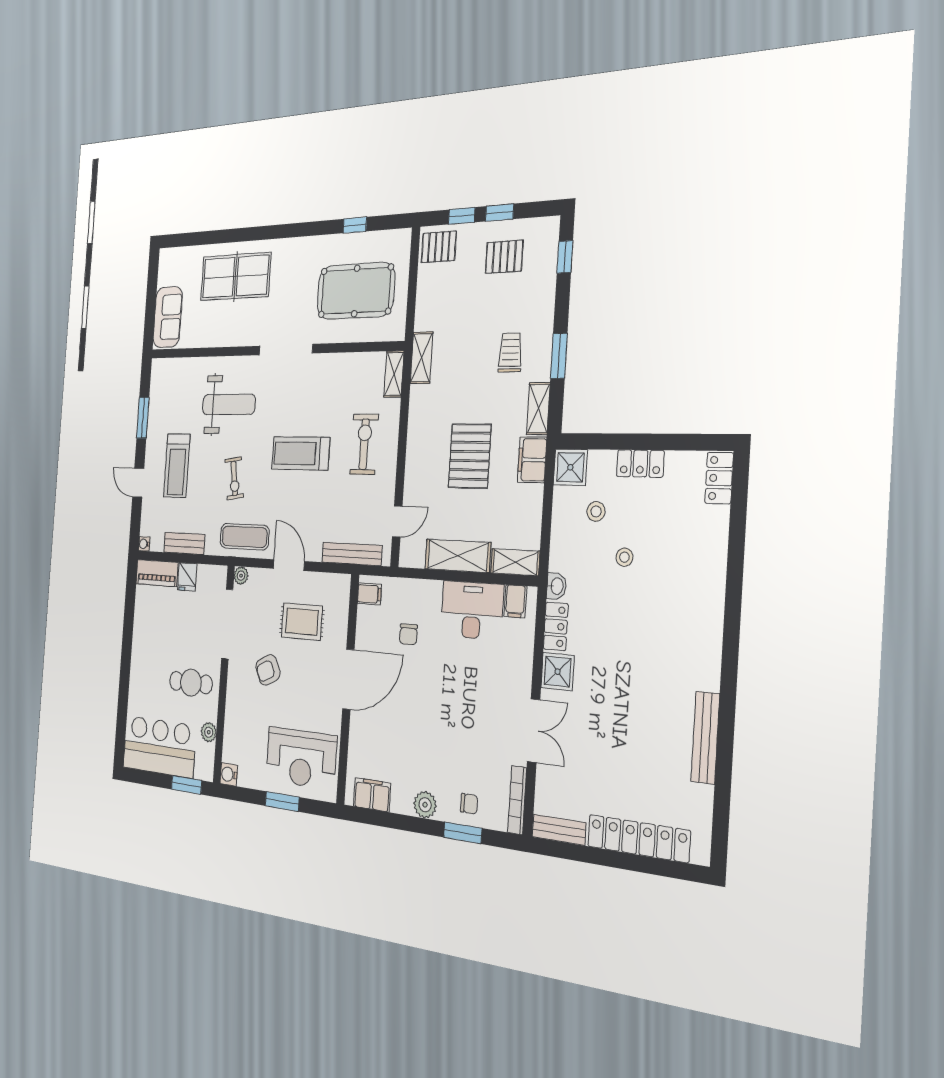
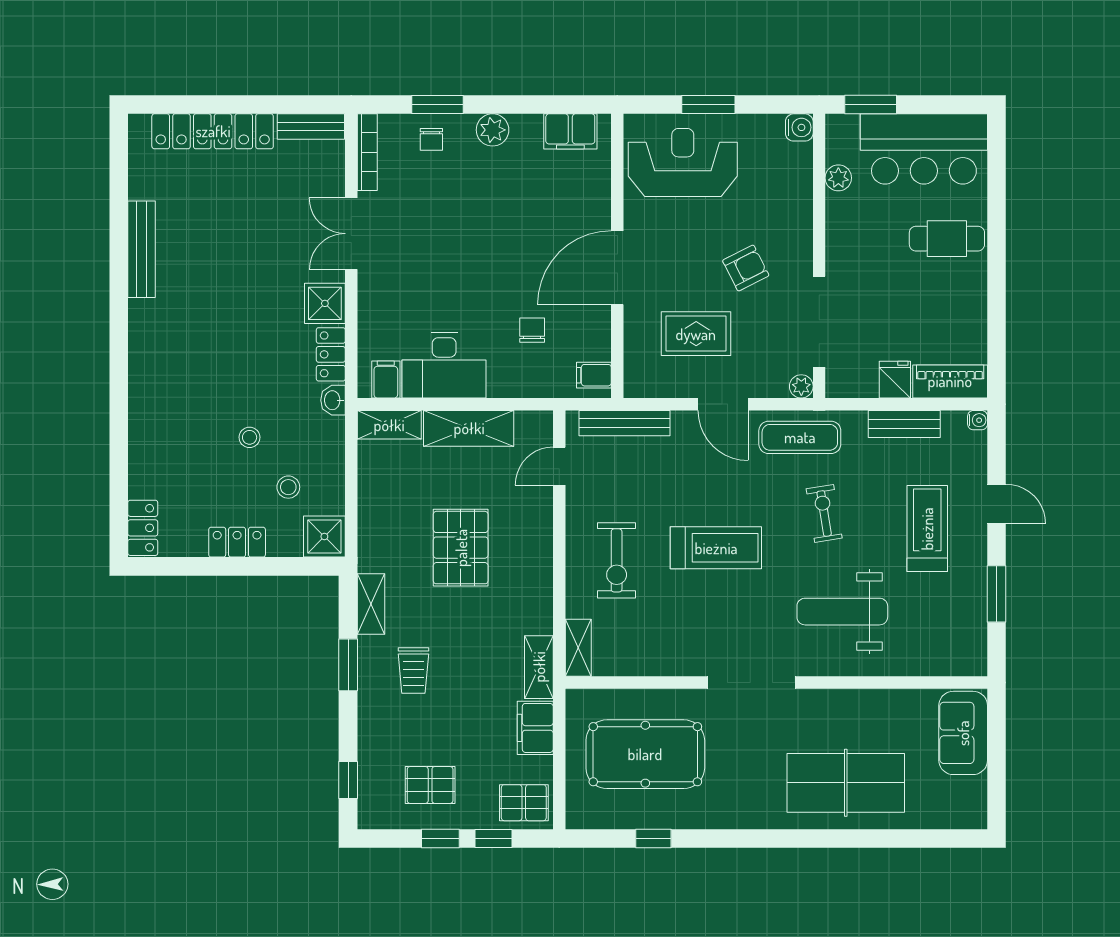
filing cabinet: (532, 460) -> (535, 728), moved, turned 180
cafe table: (191, 683) -> (947, 239), moved
chair: (469, 804) -> (431, 139), turned -90

